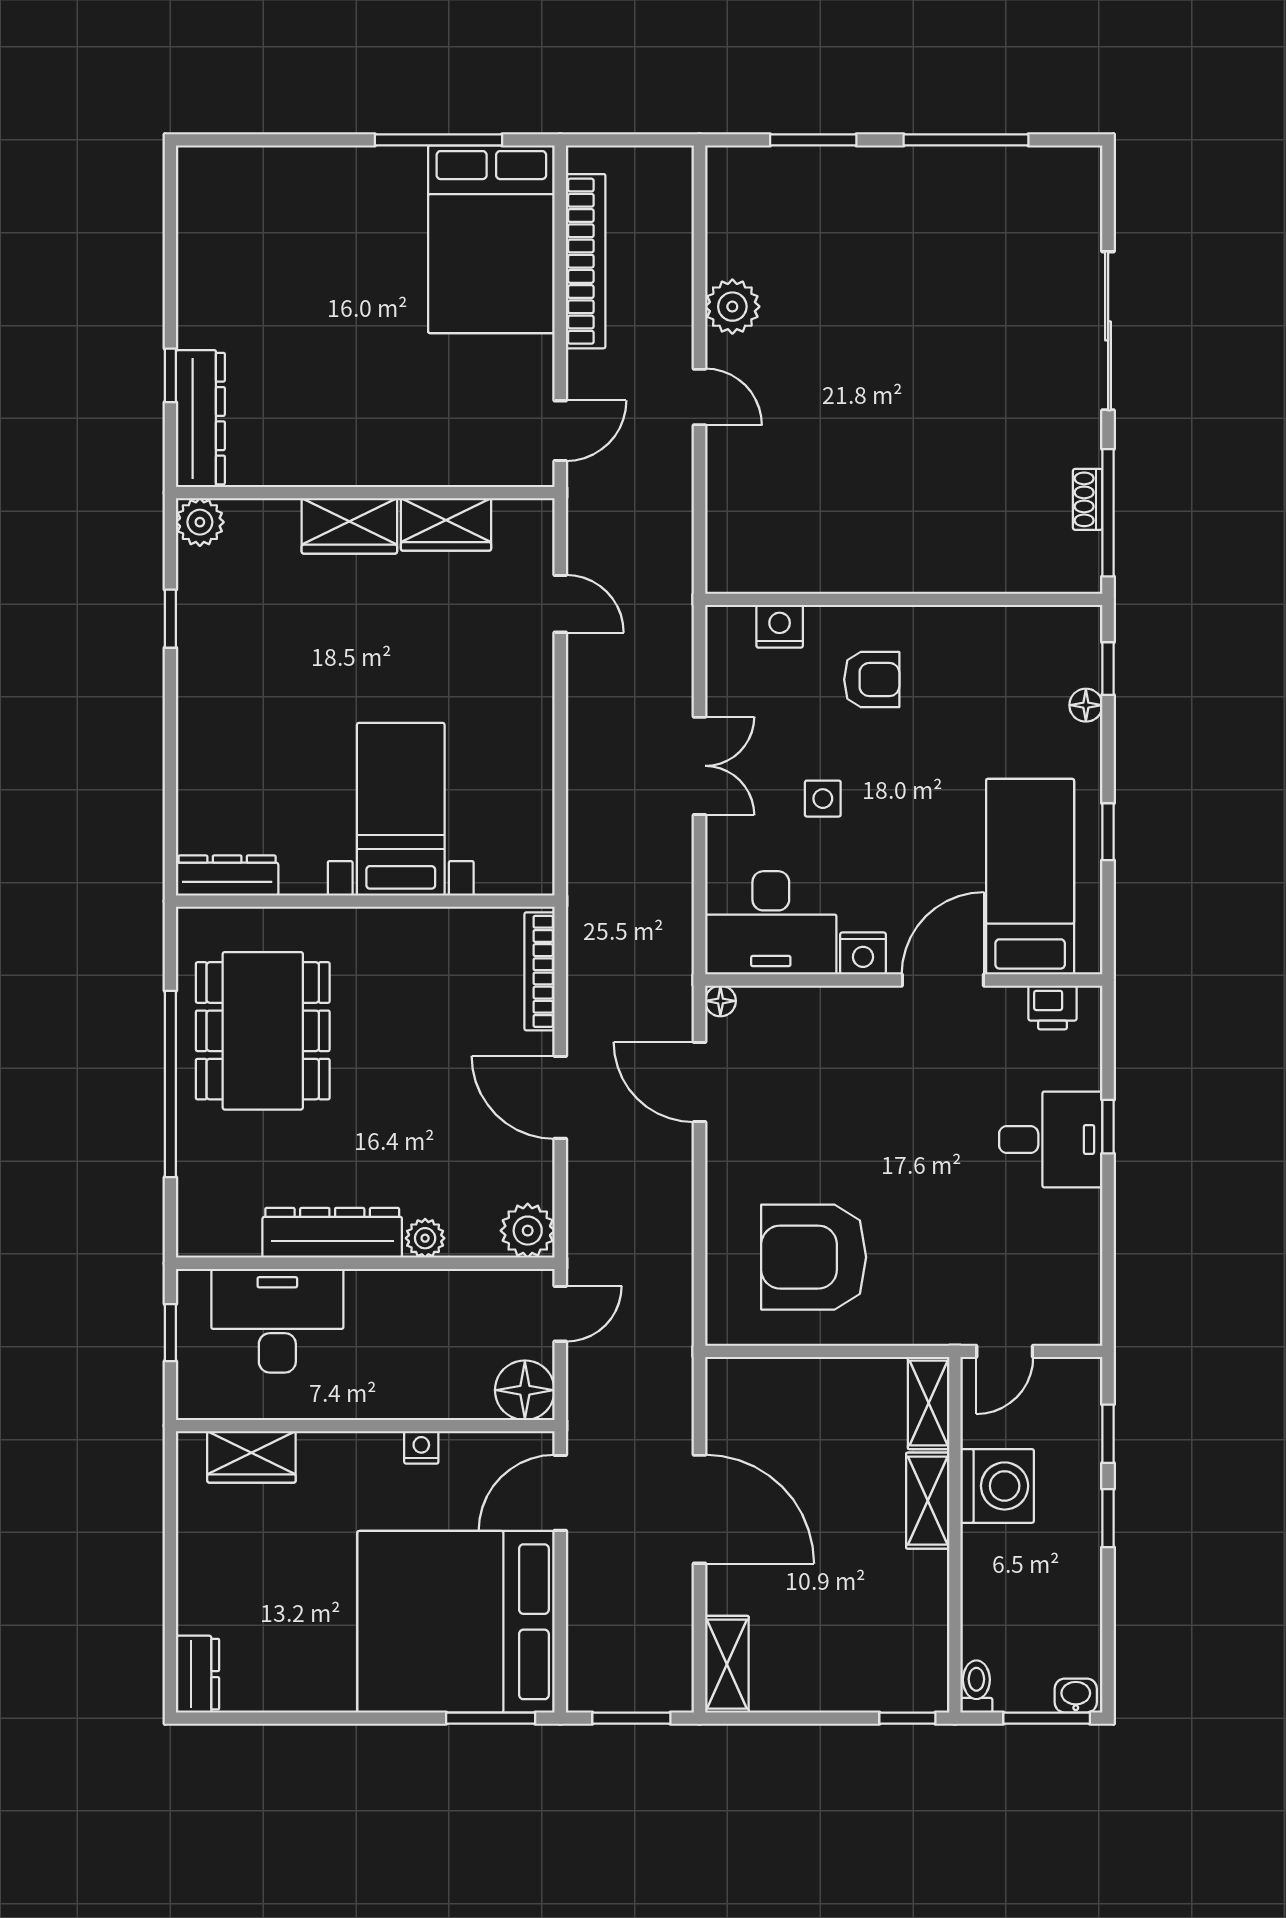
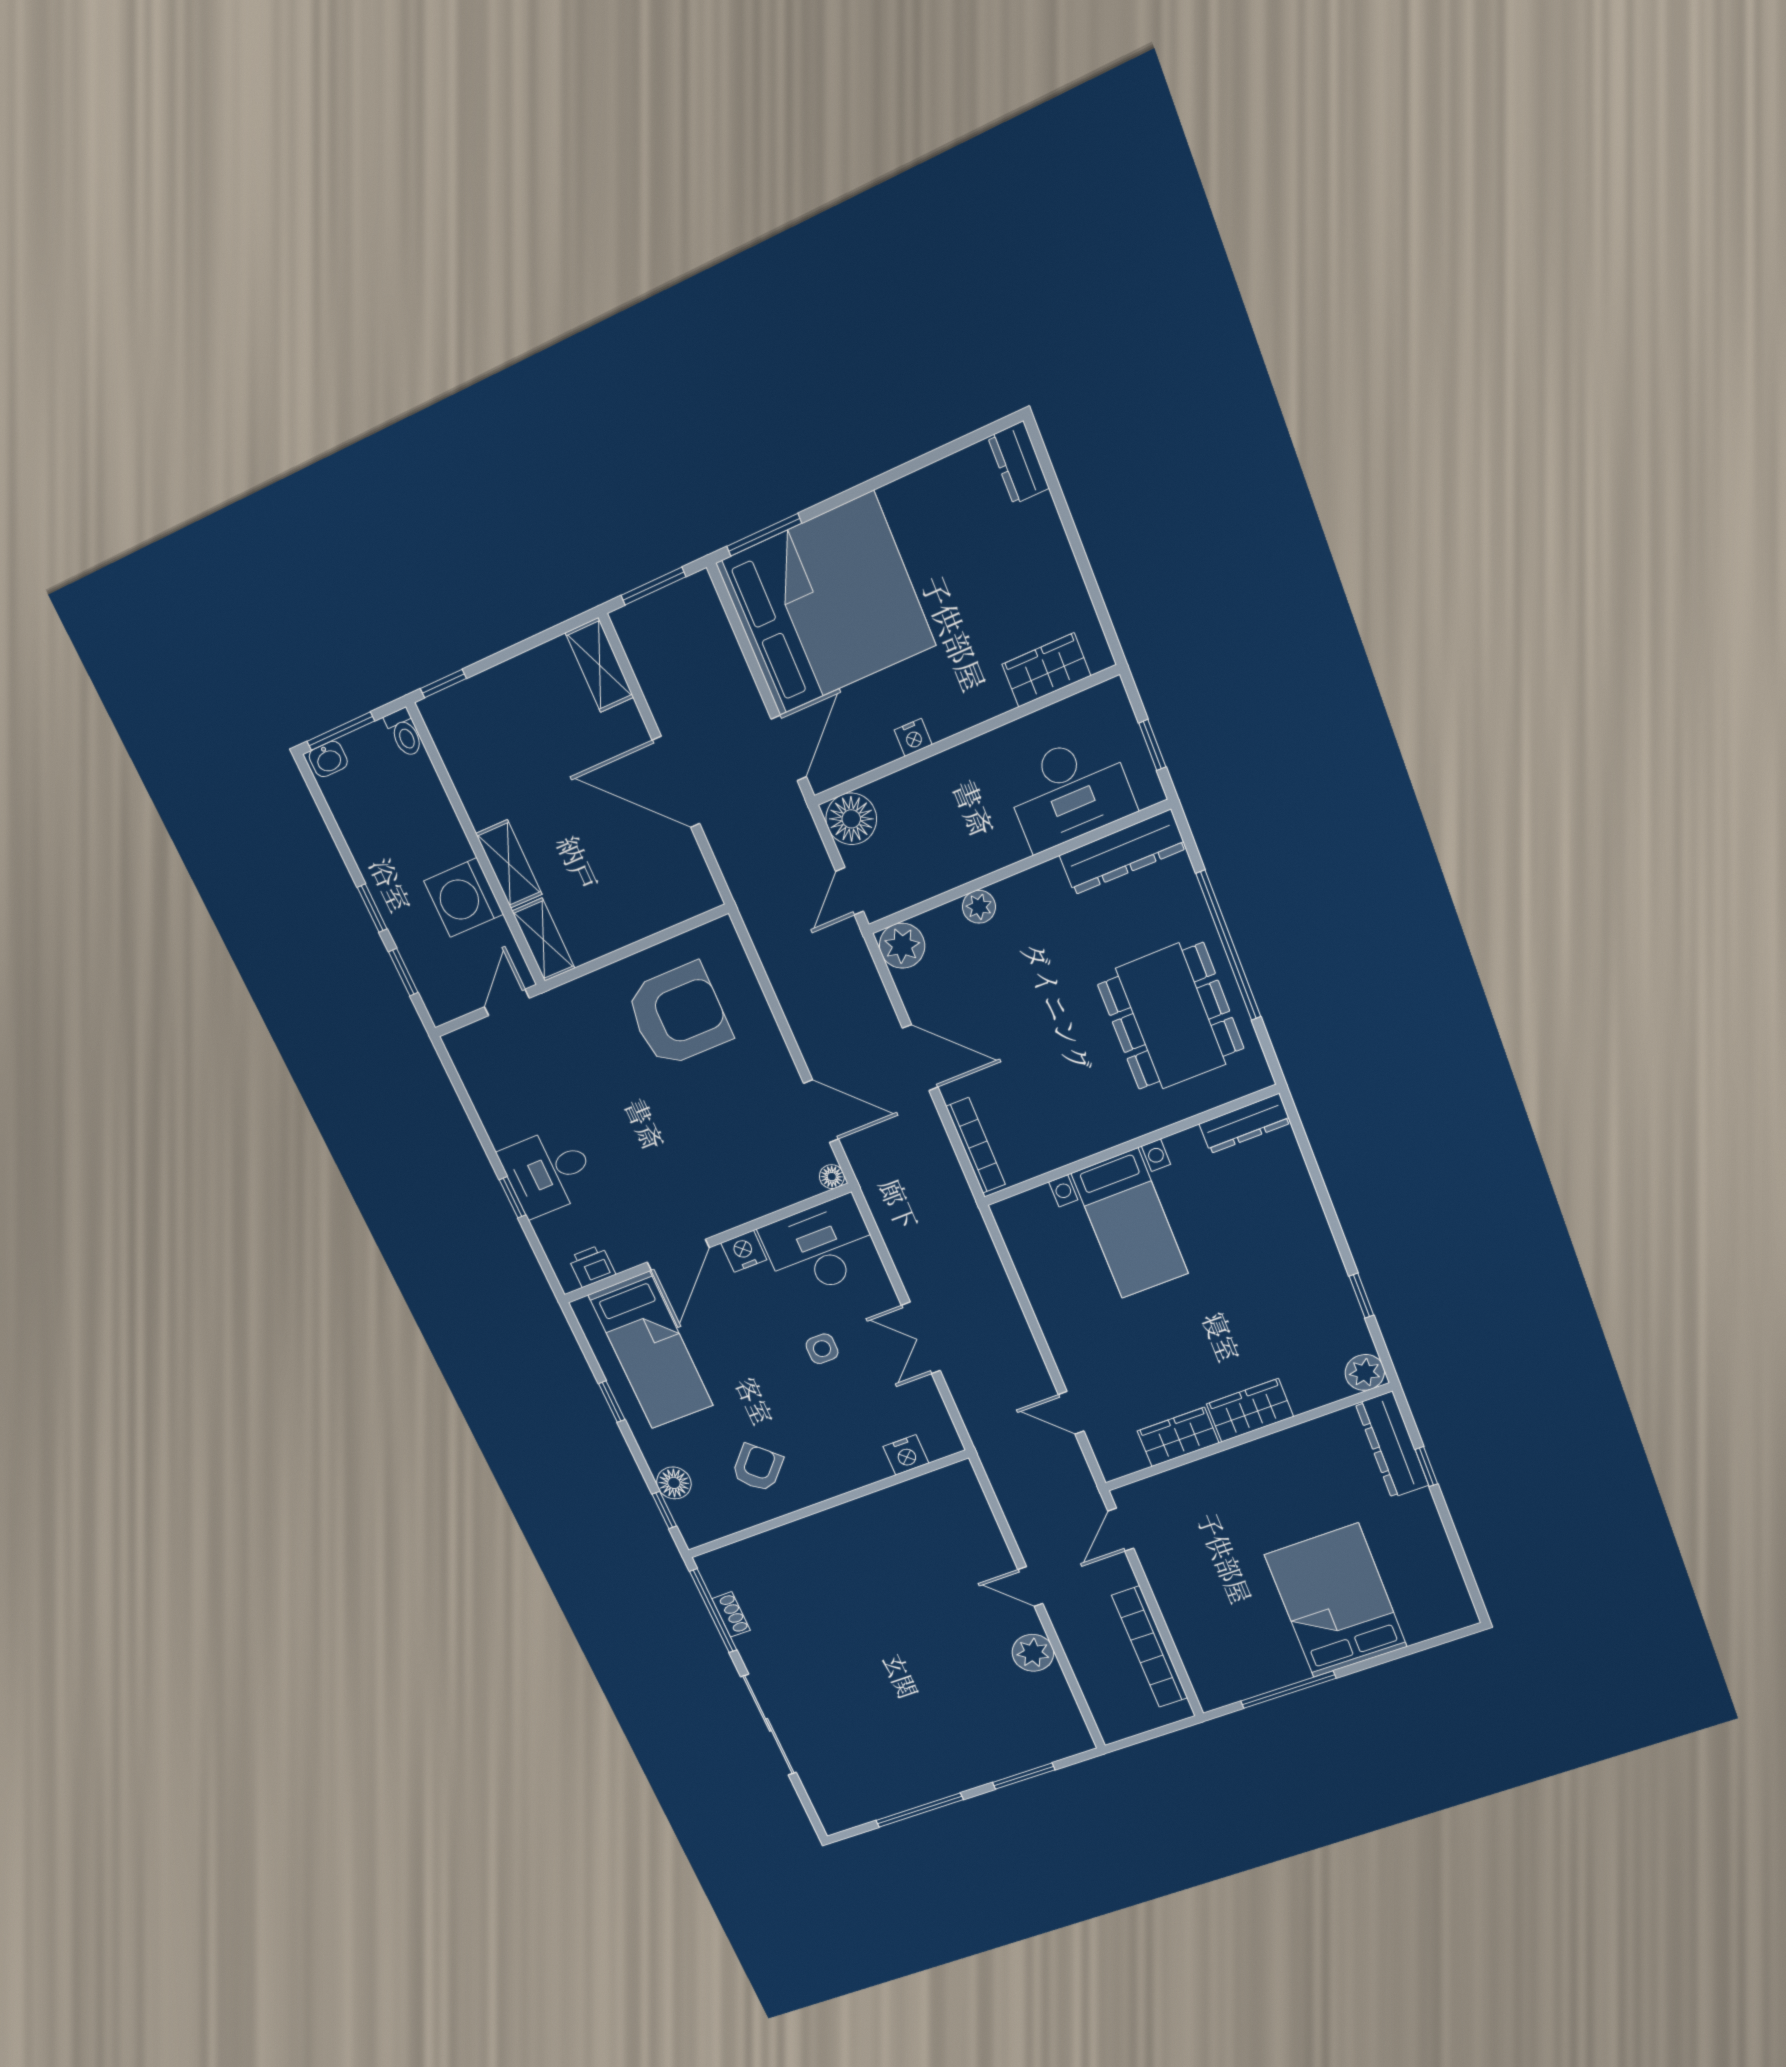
bed: (491, 239) -> (1336, 1601), moved
armchair: (872, 680) -> (758, 1468), moved, turned 133
floor lamp: (1086, 705) -> (674, 1483), width x1.37, depth x1.37
dresser: (332, 1233) -> (1123, 852), moved

